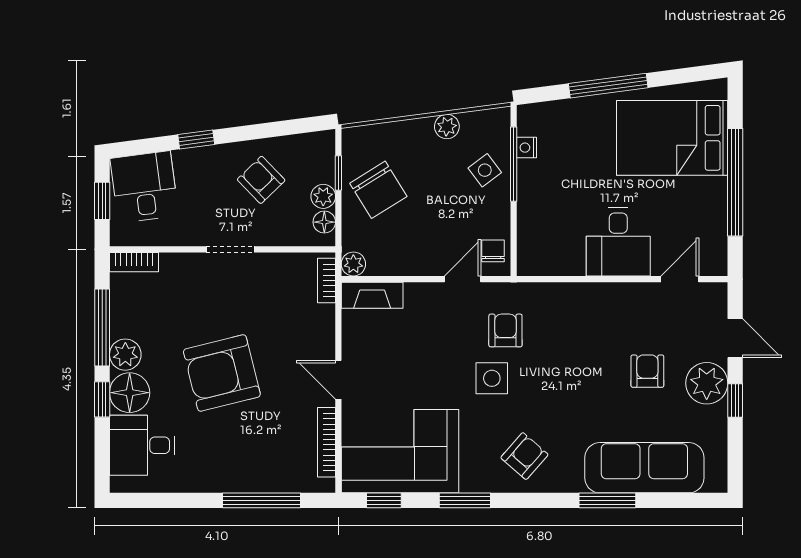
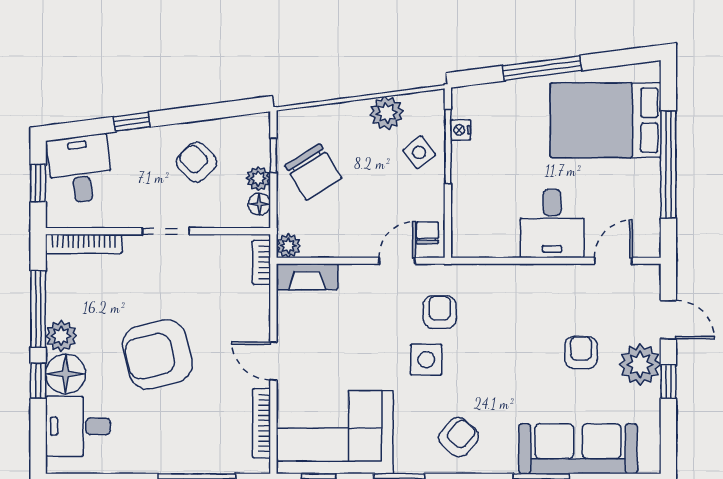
plant: (447, 127) -> (387, 113), width x1.38, depth x1.38
bookcase: (134, 262) -> (84, 244), width x1.56

